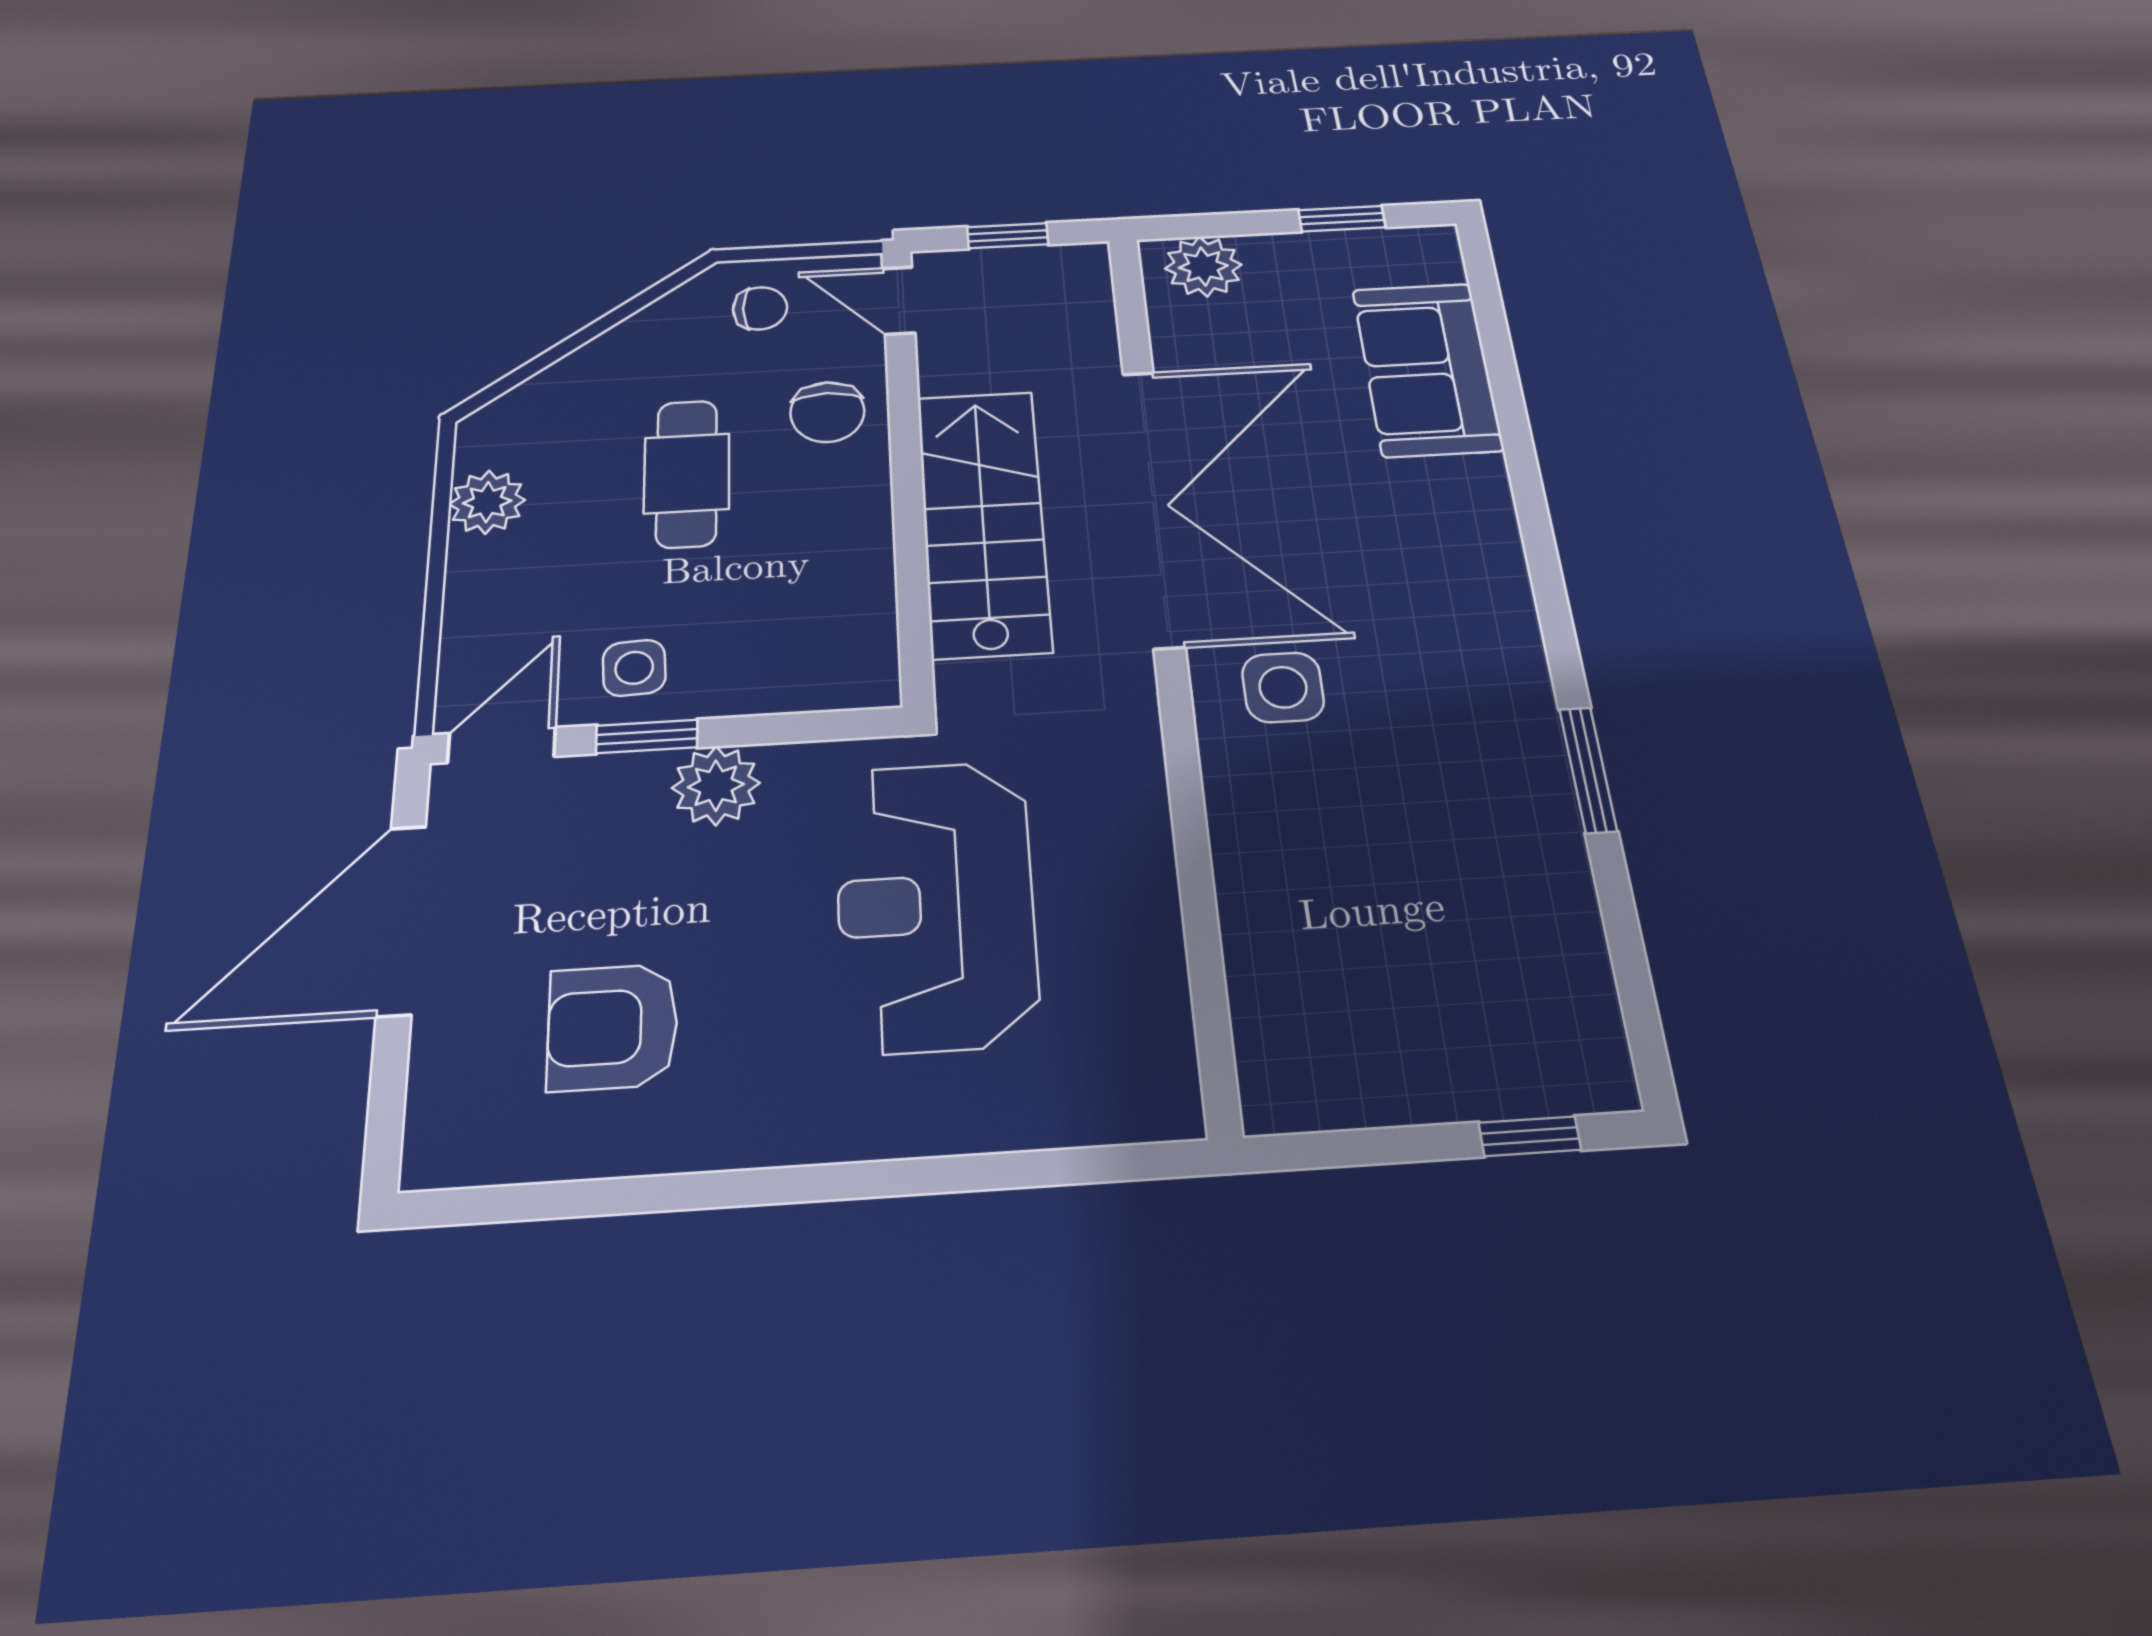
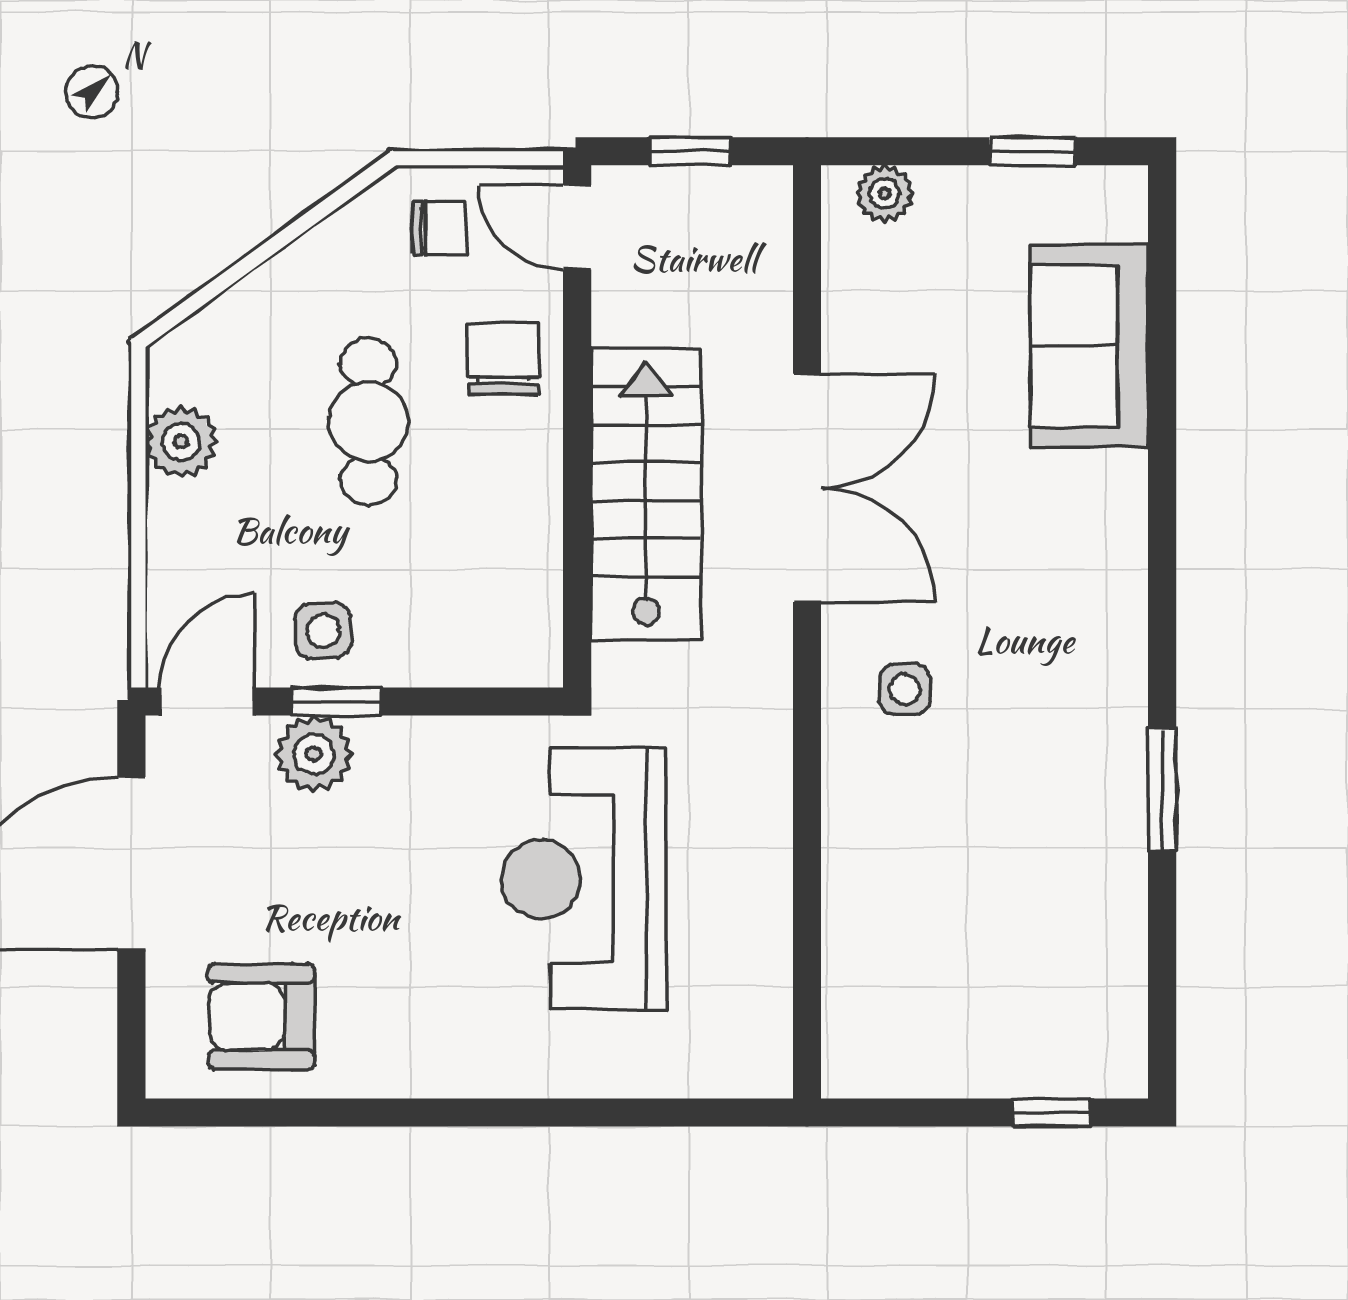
plant: (1203, 267) -> (885, 193), width x0.73, depth x0.73
chair: (827, 412) -> (503, 359), turned 180
double door: (1153, 506) -> (807, 488), width x0.73
side table: (1283, 687) -> (905, 689), width x0.73, depth x0.73
plant: (716, 786) -> (314, 754), moved
armchair: (613, 1027) -> (262, 1017), moved

